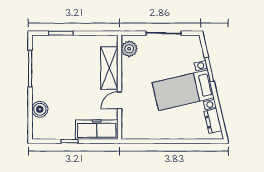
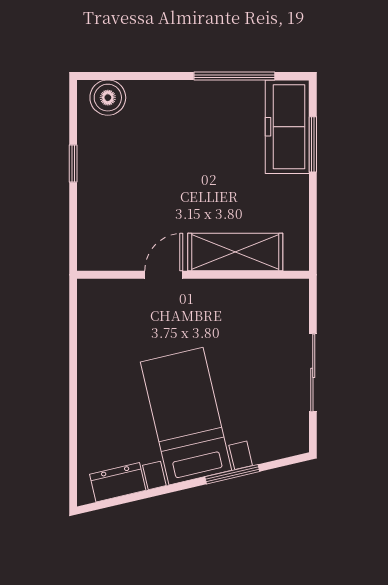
plant: (129, 49) -> (278, 296), removed
door: (120, 100) -> (164, 275), hinge flipped
boiler: (40, 109) -> (108, 98), moved
freezer: (97, 130) -> (287, 127), moved, turned 180

